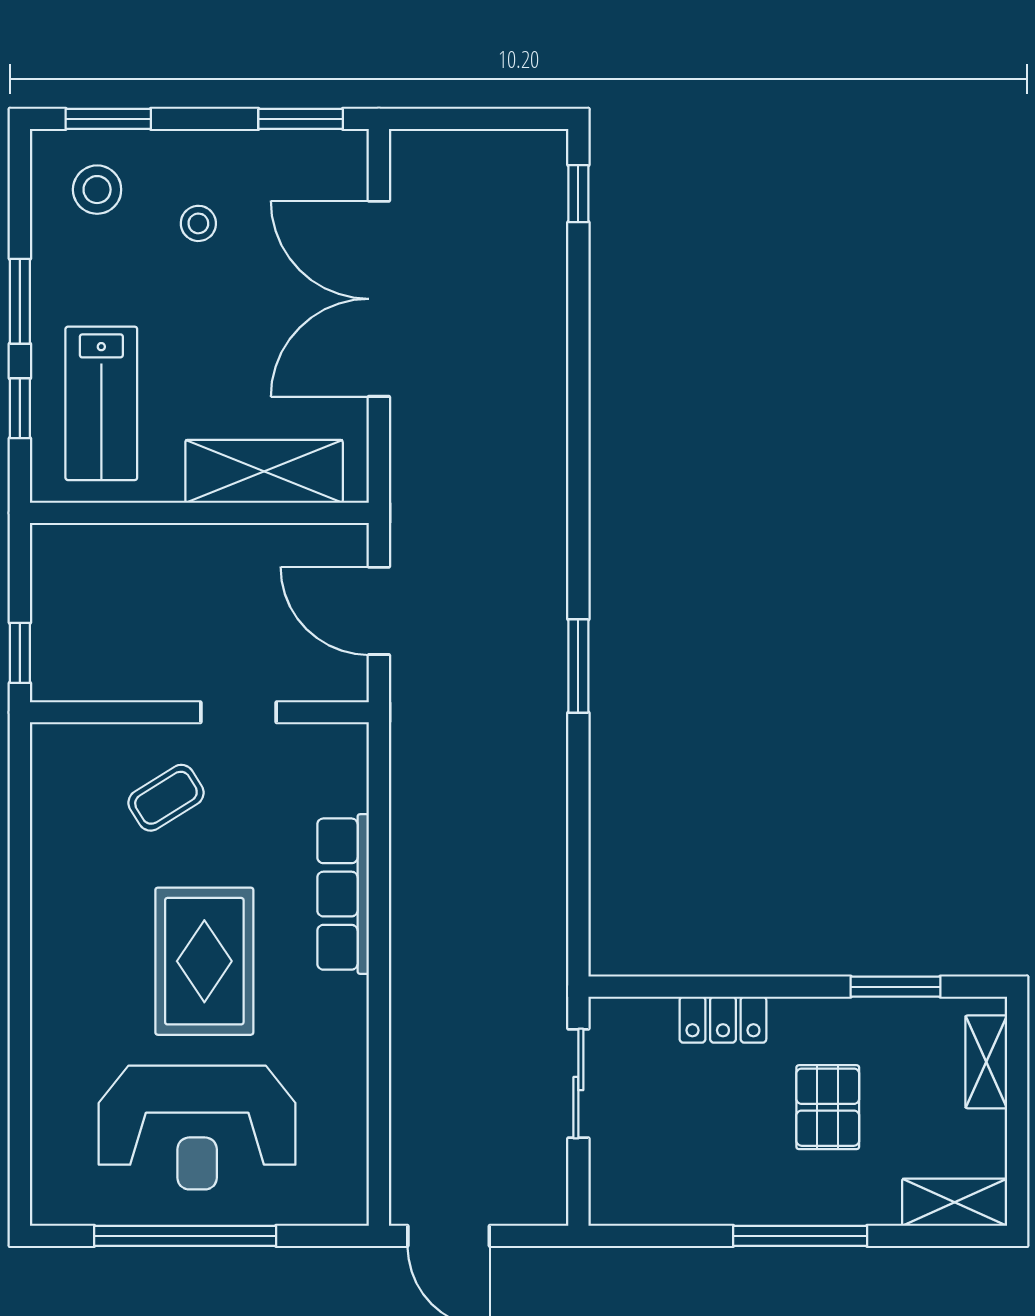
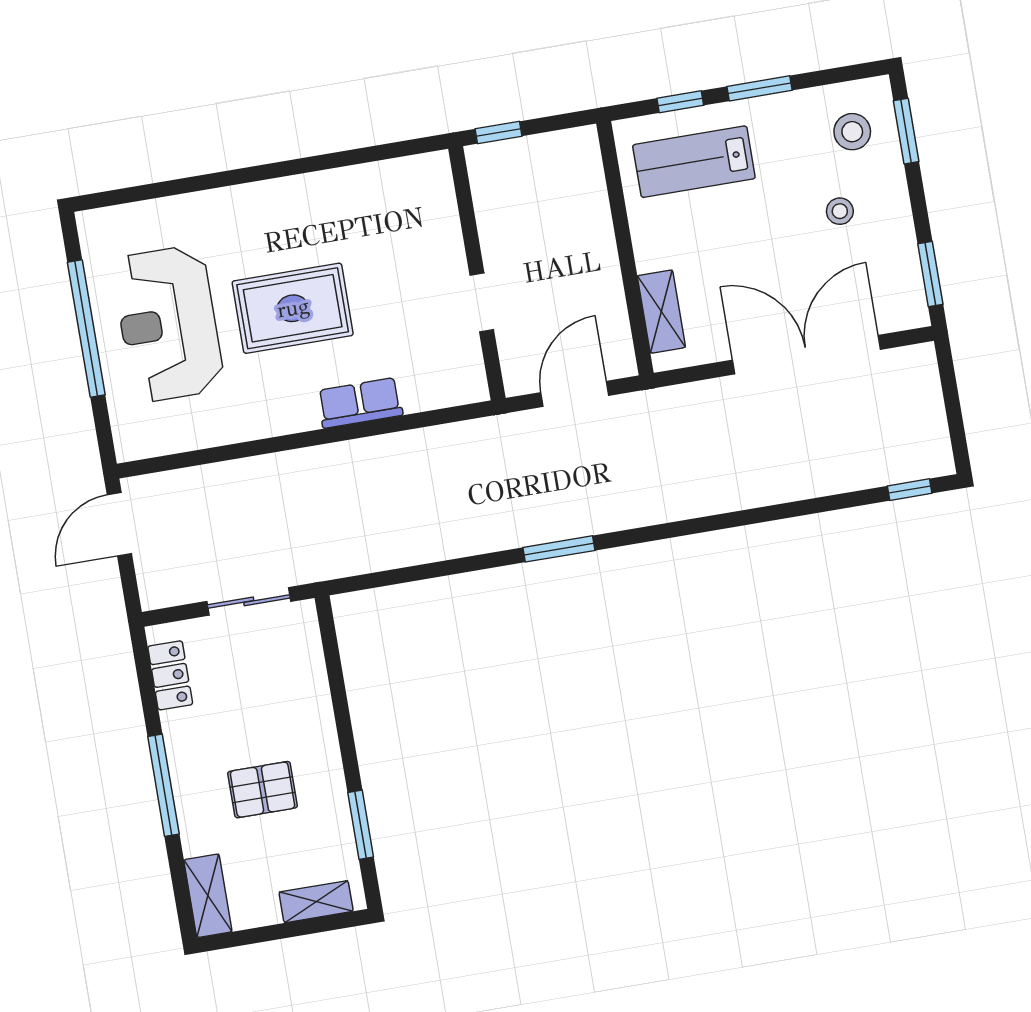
shelving: (264, 471) -> (661, 312), width x0.67, depth x0.75
coffee table: (166, 798) -> (409, 259), removed
row of seats: (343, 894) -> (360, 403), width x0.68
locker: (723, 1020) -> (170, 675), moved, turned 180

